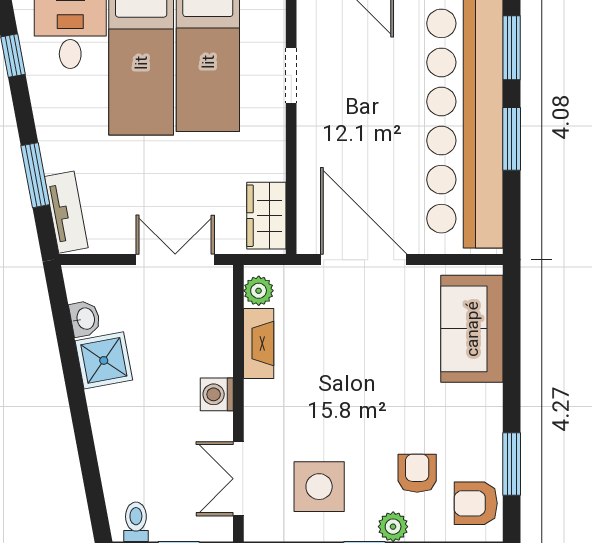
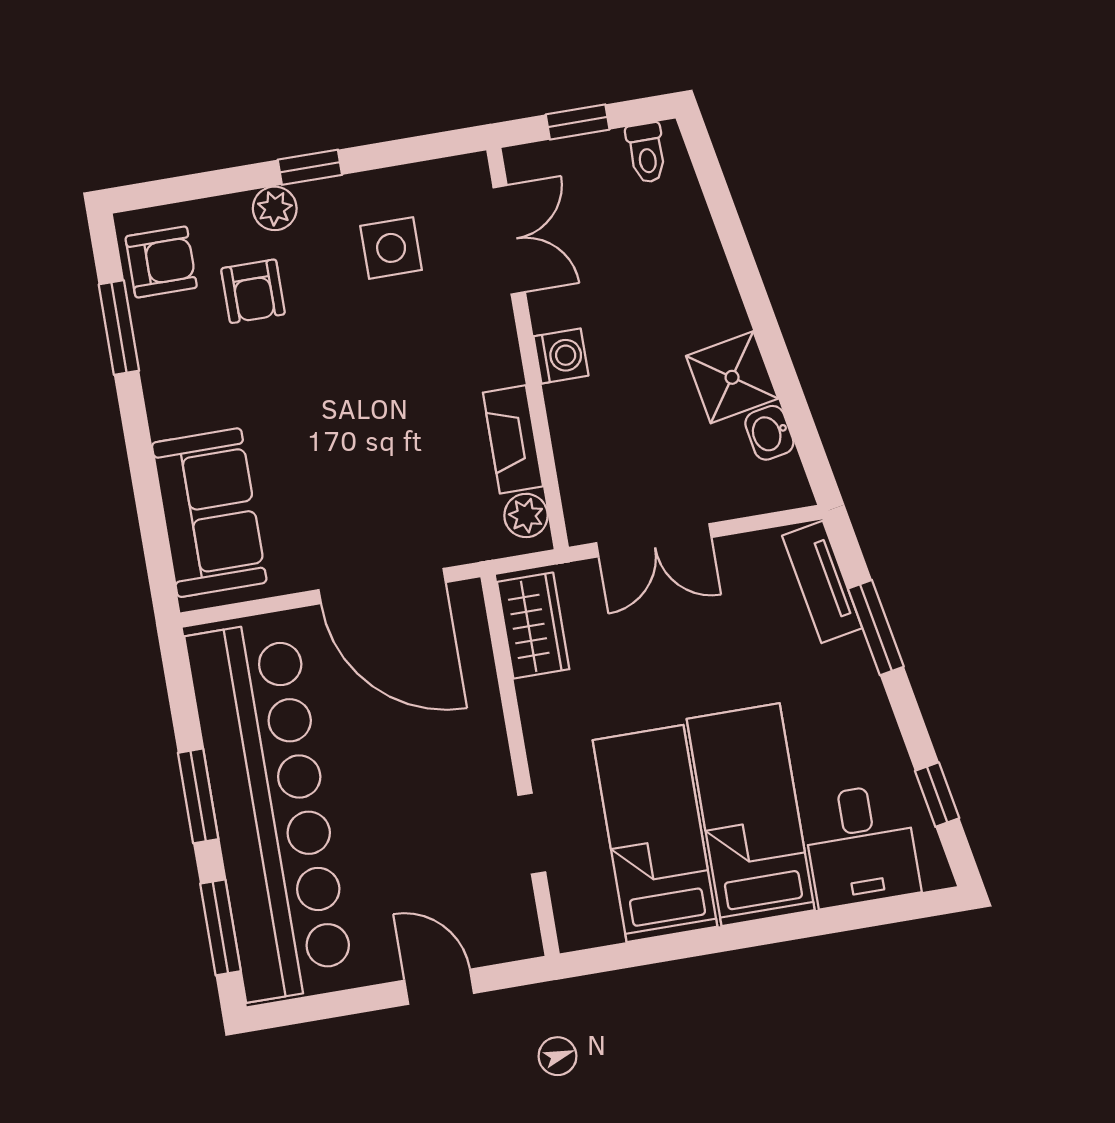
side table: (319, 487) -> (391, 248), width x0.73, depth x0.73

